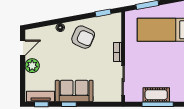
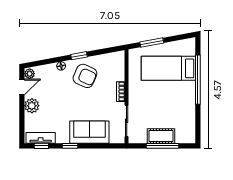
window: (103, 13) -> (79, 56), moved
plant: (30, 35) -> (30, 74), added
sofa: (74, 91) -> (89, 132), moved

